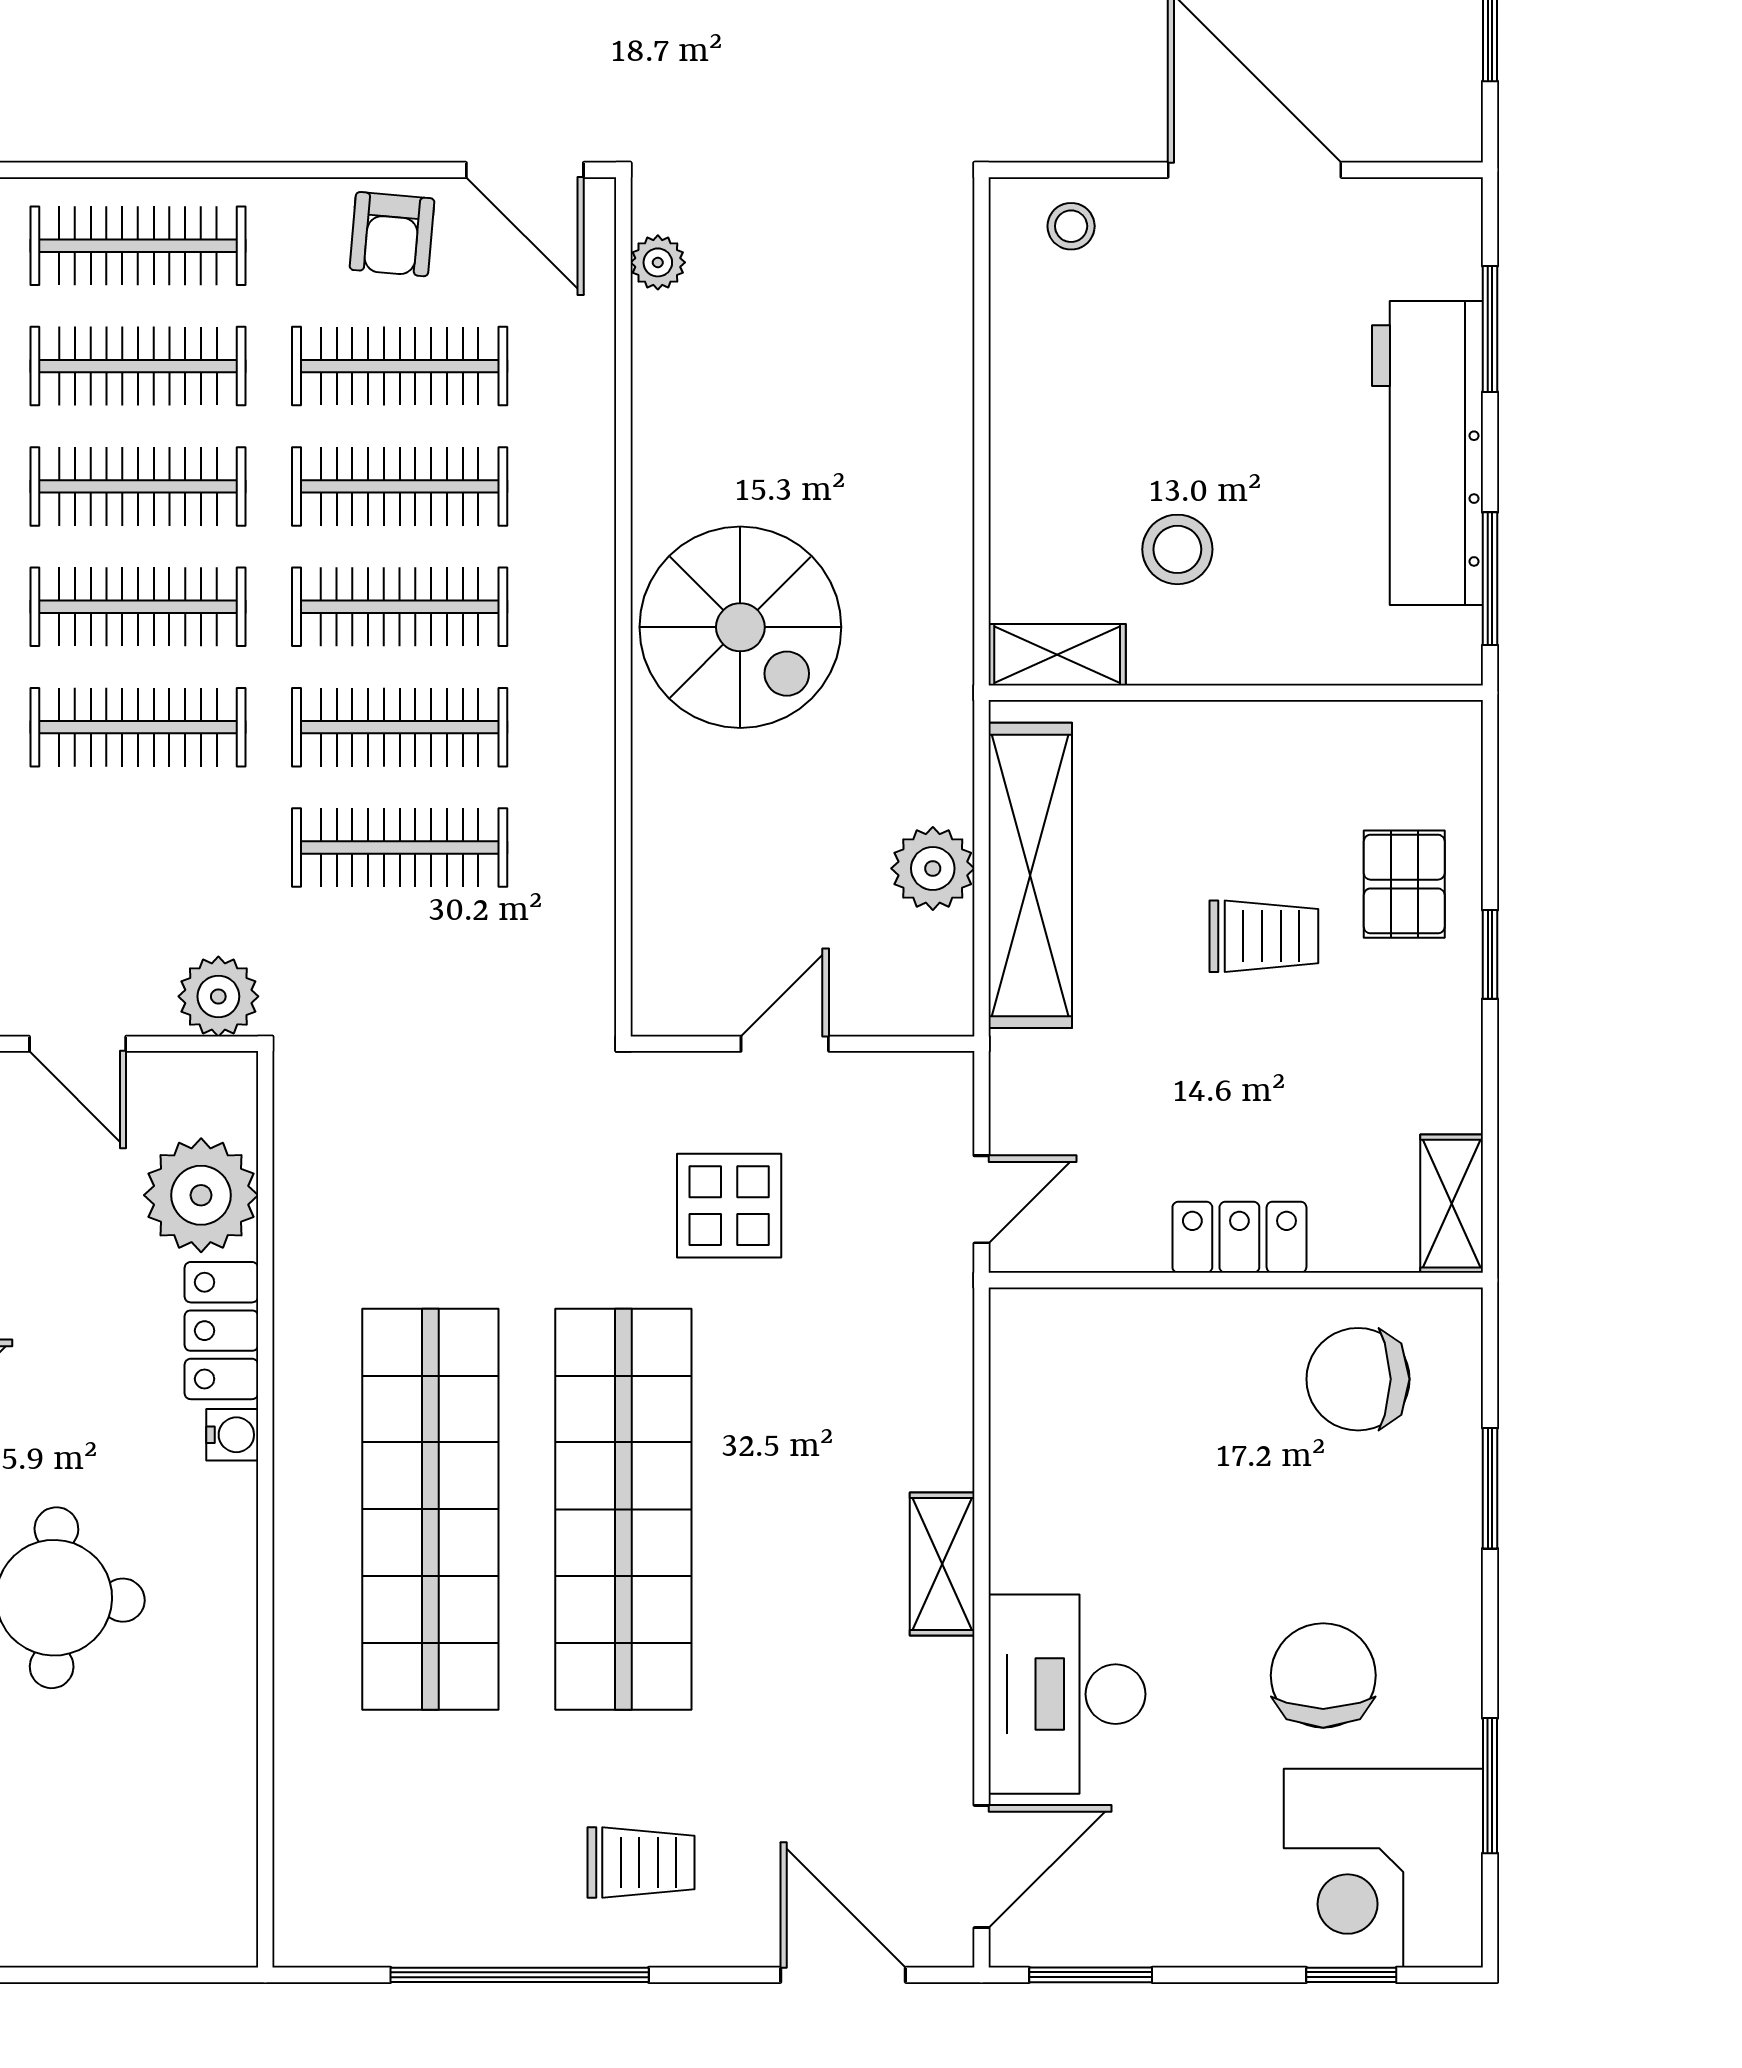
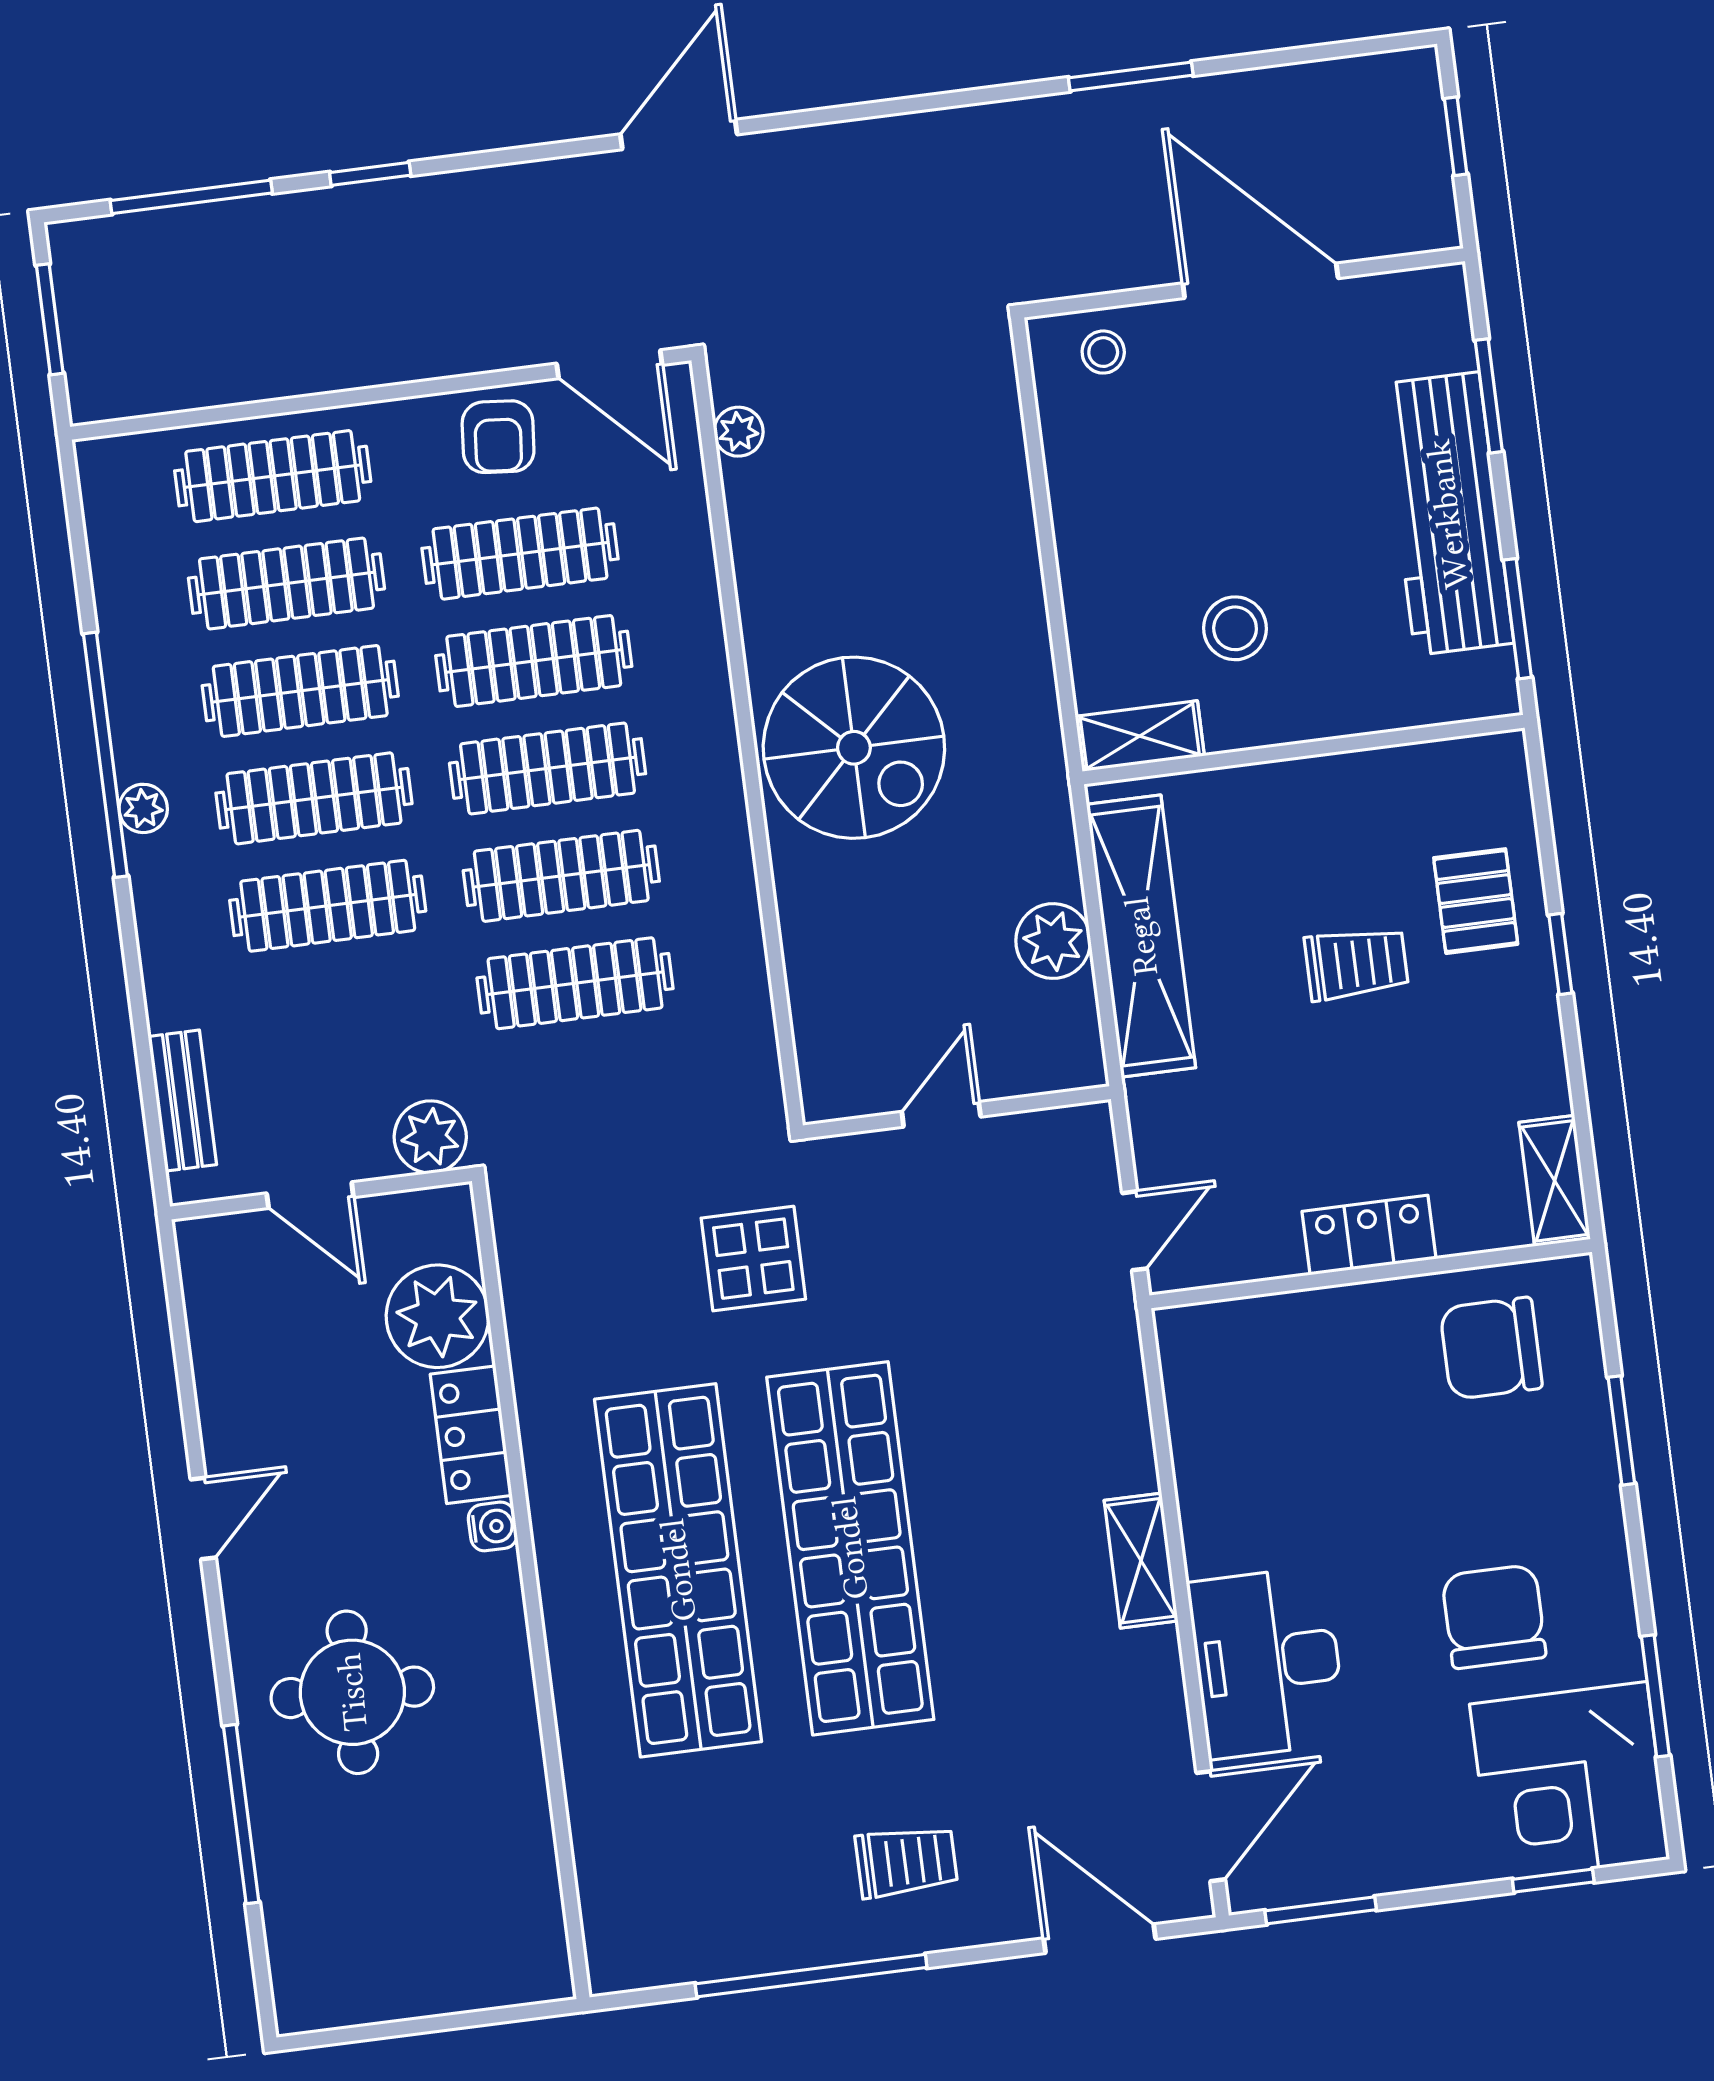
display table: (729, 1206) -> (753, 1259), moved

